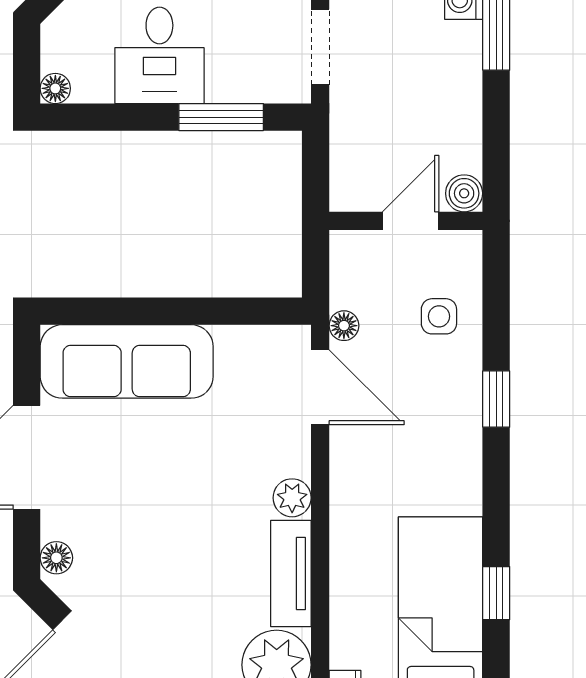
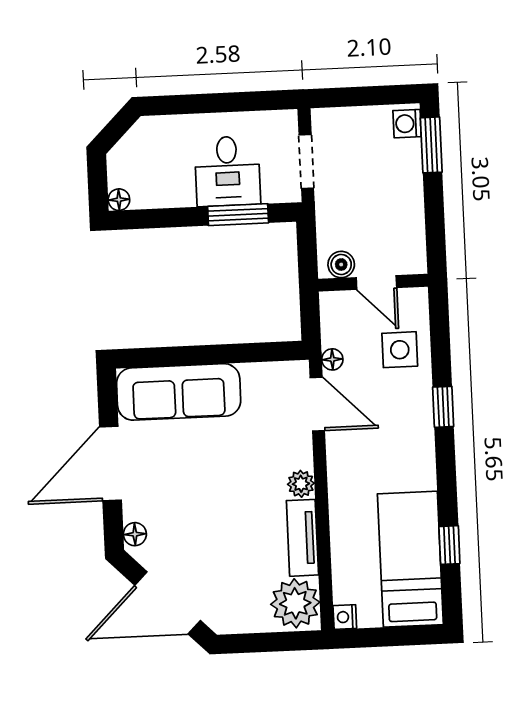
desk: (159, 55) -> (227, 171), moved
boiler: (464, 193) -> (341, 265), moved
door: (411, 221) -> (376, 283), swing flipped
side table: (439, 316) -> (400, 350), width x1.37, depth x1.37

